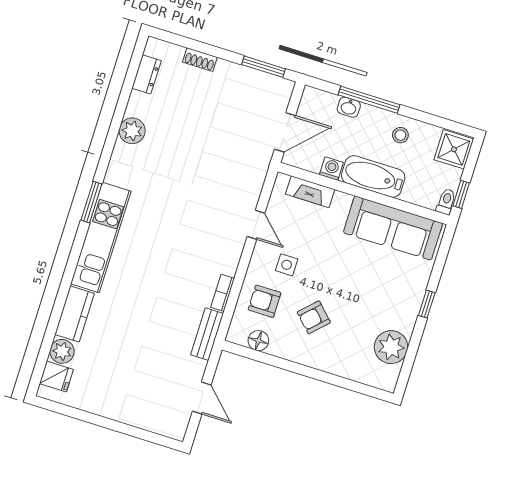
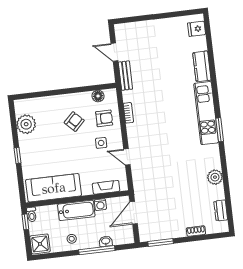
bench: (207, 334) -> (125, 76), moved
plant: (62, 351) -> (200, 44), removed

